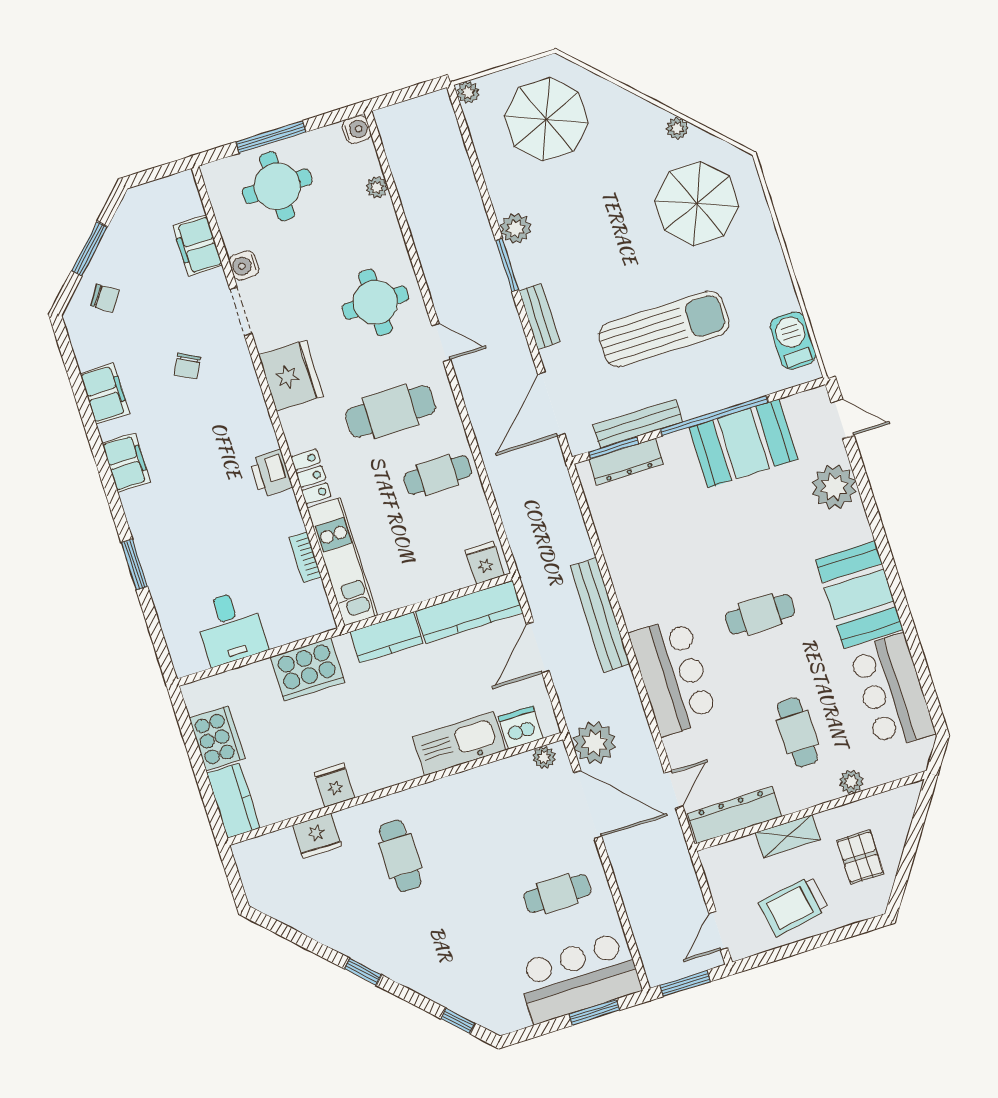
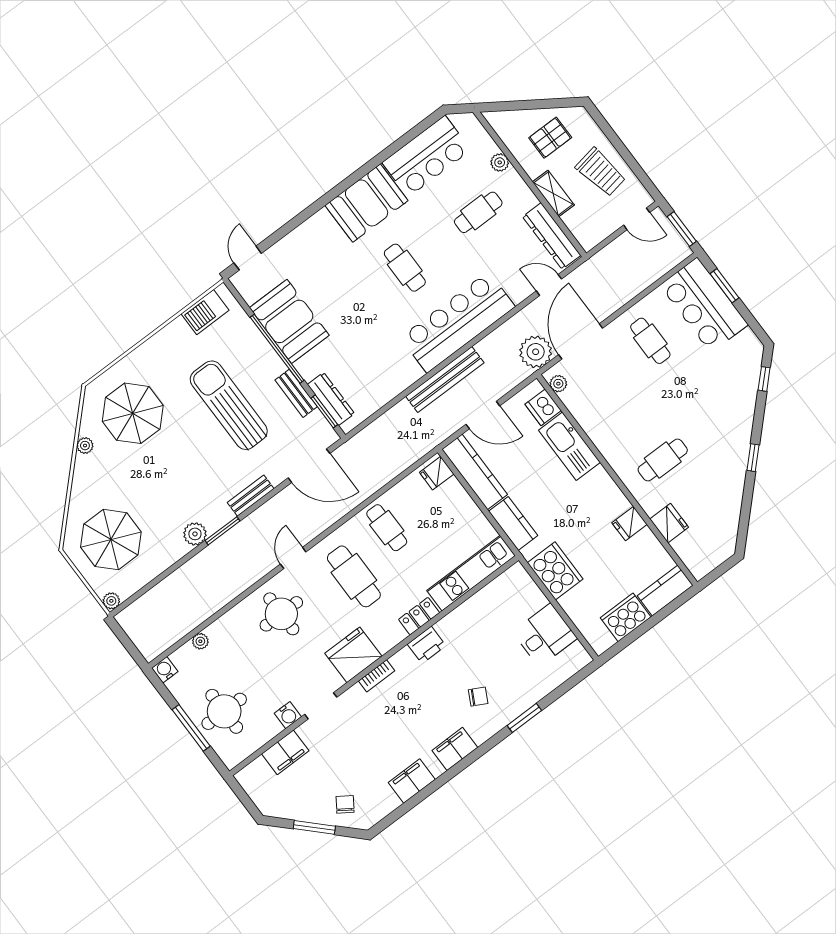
chair: (187, 366) -> (478, 697), moved
bench: (638, 424) -> (296, 393), width x0.73
plant: (834, 487) -> (297, 247), removed
bookcase: (305, 557) -> (377, 676), moved
bar counter: (673, 676) -> (458, 322), width x1.36

